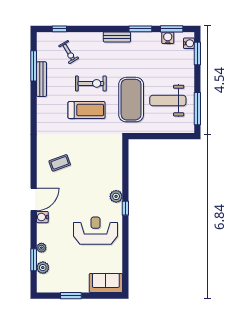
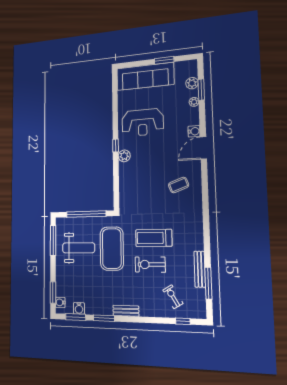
window: (159, 136) -> (86, 214), added
sofa: (106, 283) -> (145, 76), width x1.85, depth x1.27

